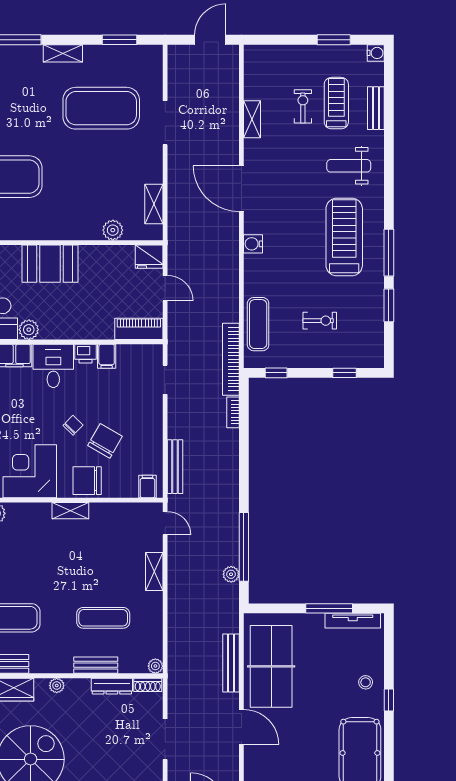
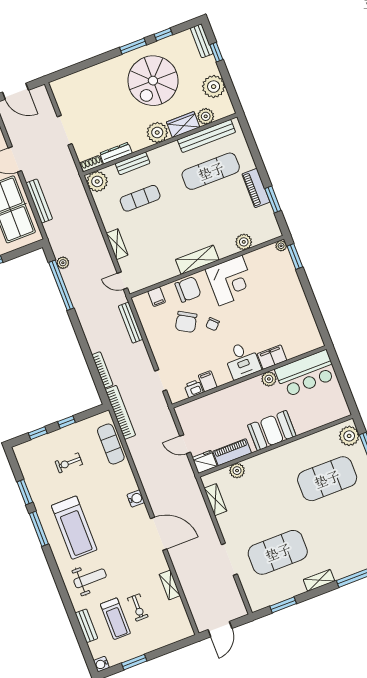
piano: (139, 329) -> (232, 452), moved, turned 180
printer: (85, 354) -> (194, 389), moved
window: (276, 373) -> (67, 422), moved
bookcase: (233, 412) -> (102, 370), width x1.56
filing cabinet: (147, 487) -> (157, 297), moved
shelving: (70, 511) -> (197, 260), width x1.50, depth x1.33
plant: (155, 666) -> (97, 181), width x1.88, depth x1.88
plant: (57, 686) -> (157, 132), width x1.87, depth x1.87

